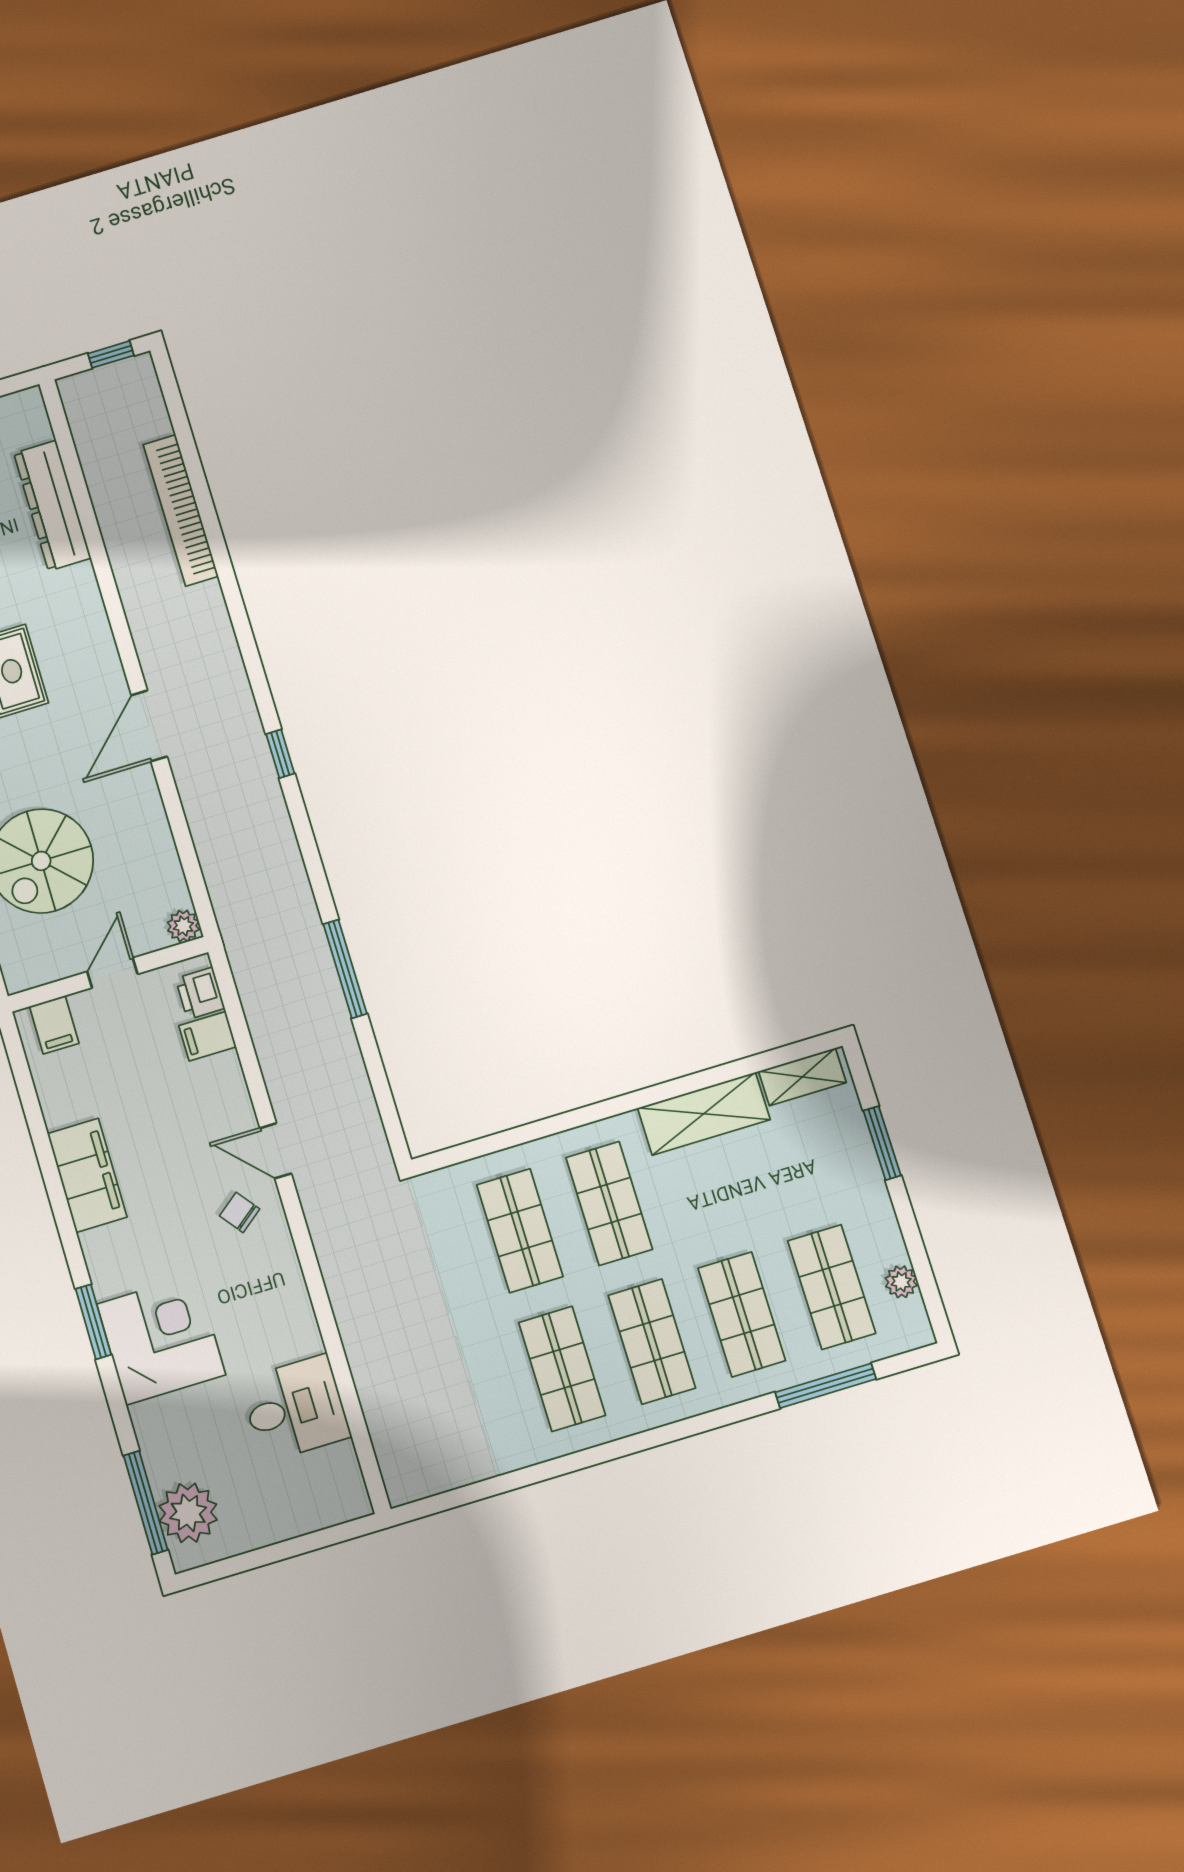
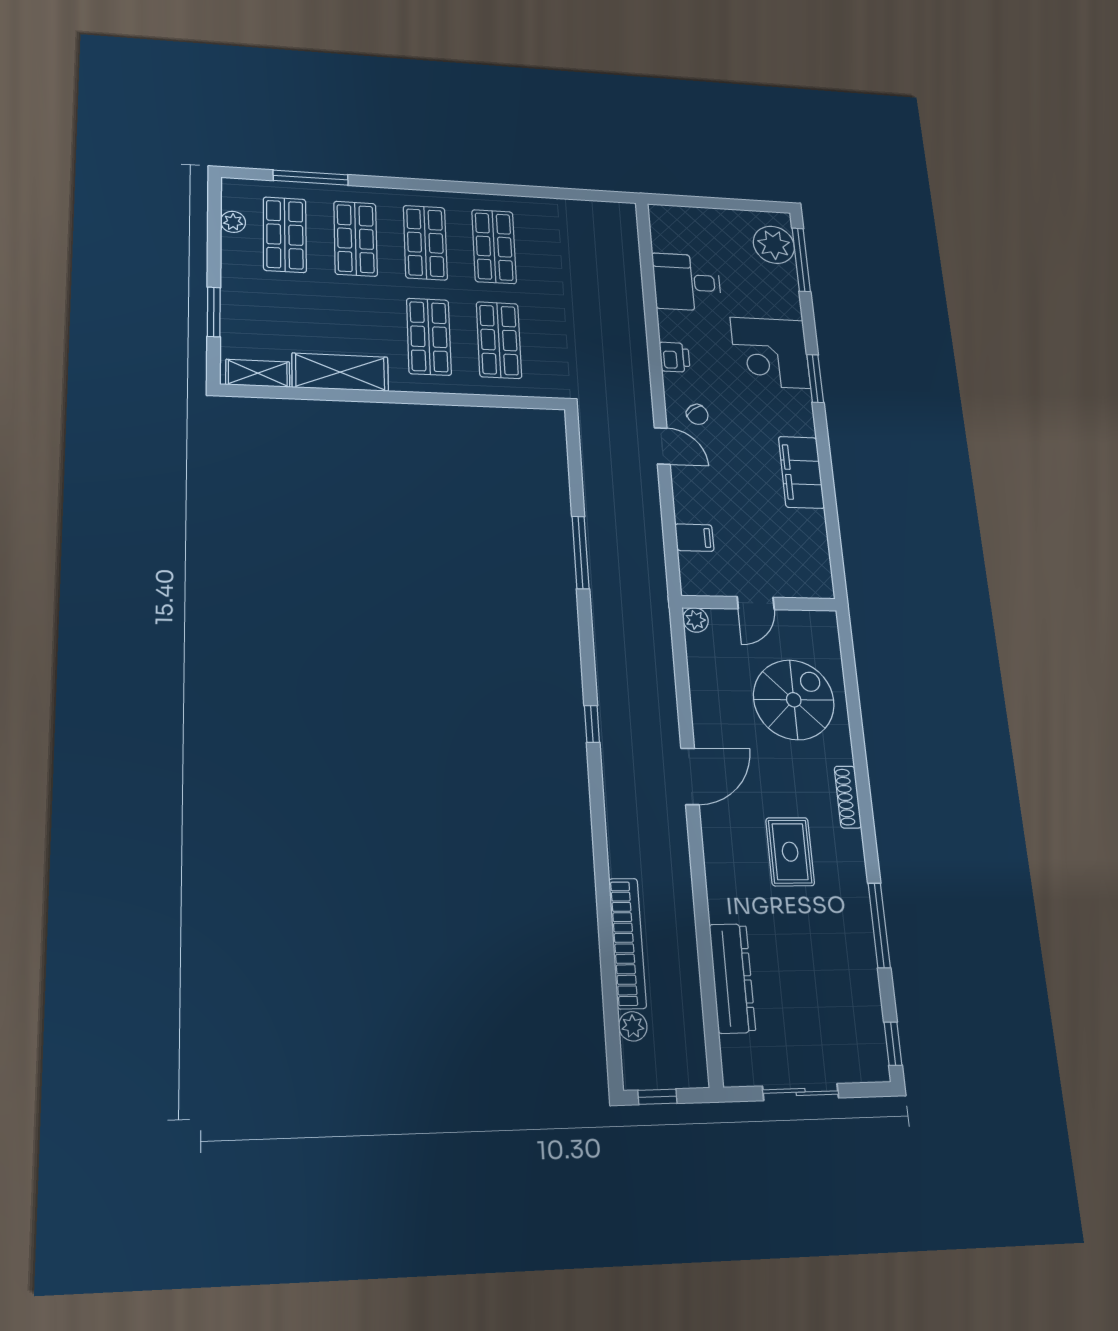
plant: (155, 421) -> (633, 1026), added
printer: (200, 993) -> (675, 357), moved
filing cabinet: (54, 1025) -> (806, 580), removed

